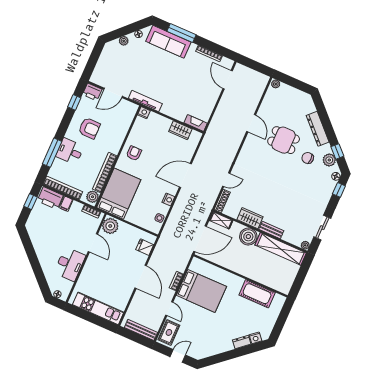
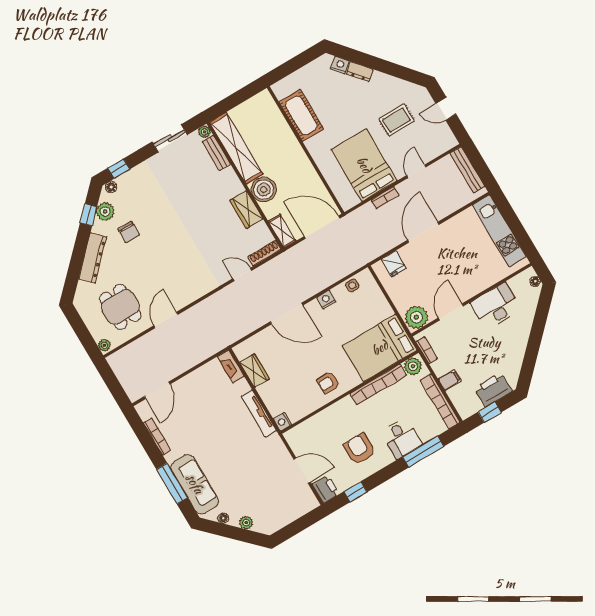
tv unit: (145, 101) -> (259, 413), moved
dining table: (284, 140) -> (120, 307), moved
printer: (50, 198) -> (493, 390), moved, turned -90
bench: (271, 230) -> (216, 153), moved
rug: (169, 332) -> (397, 120), moved

